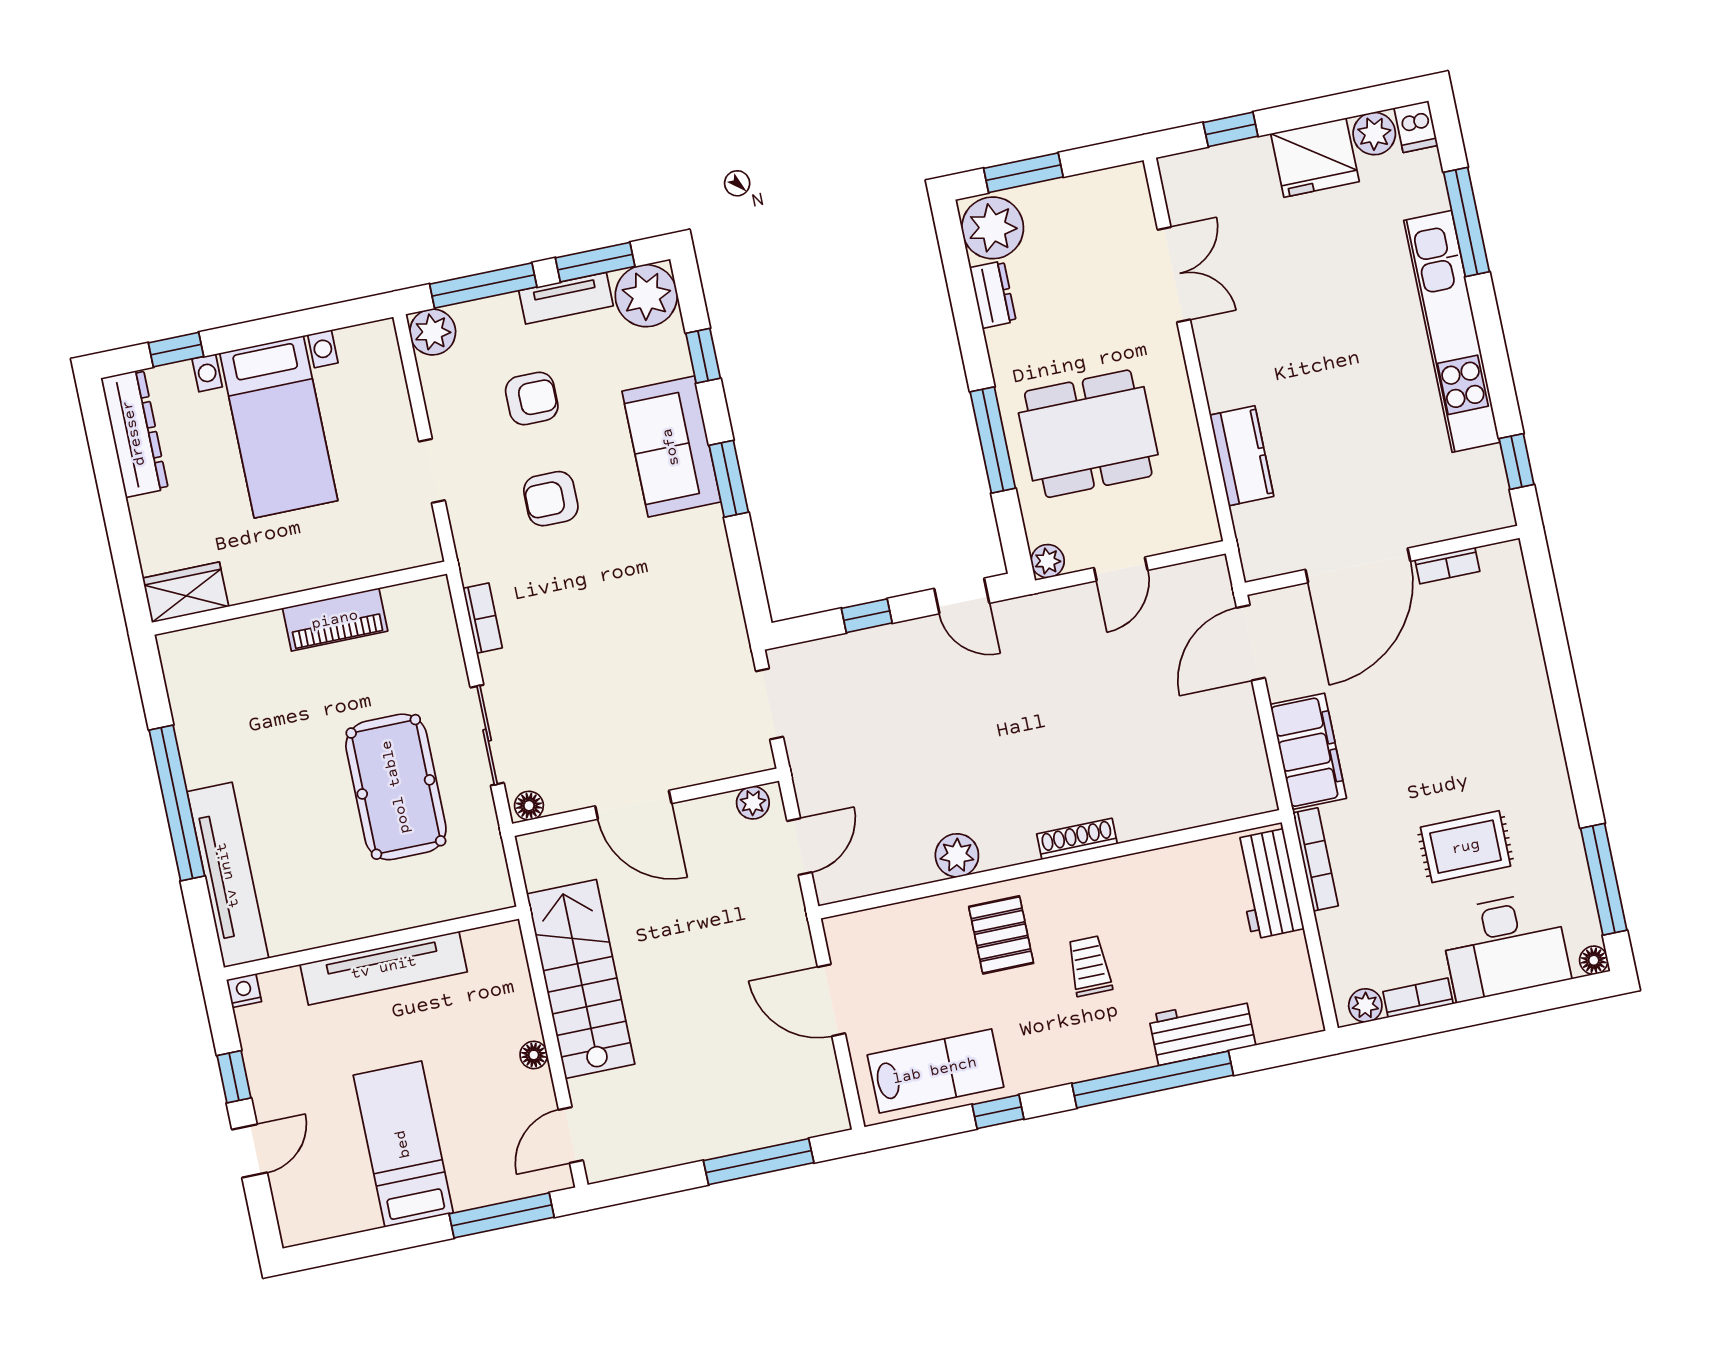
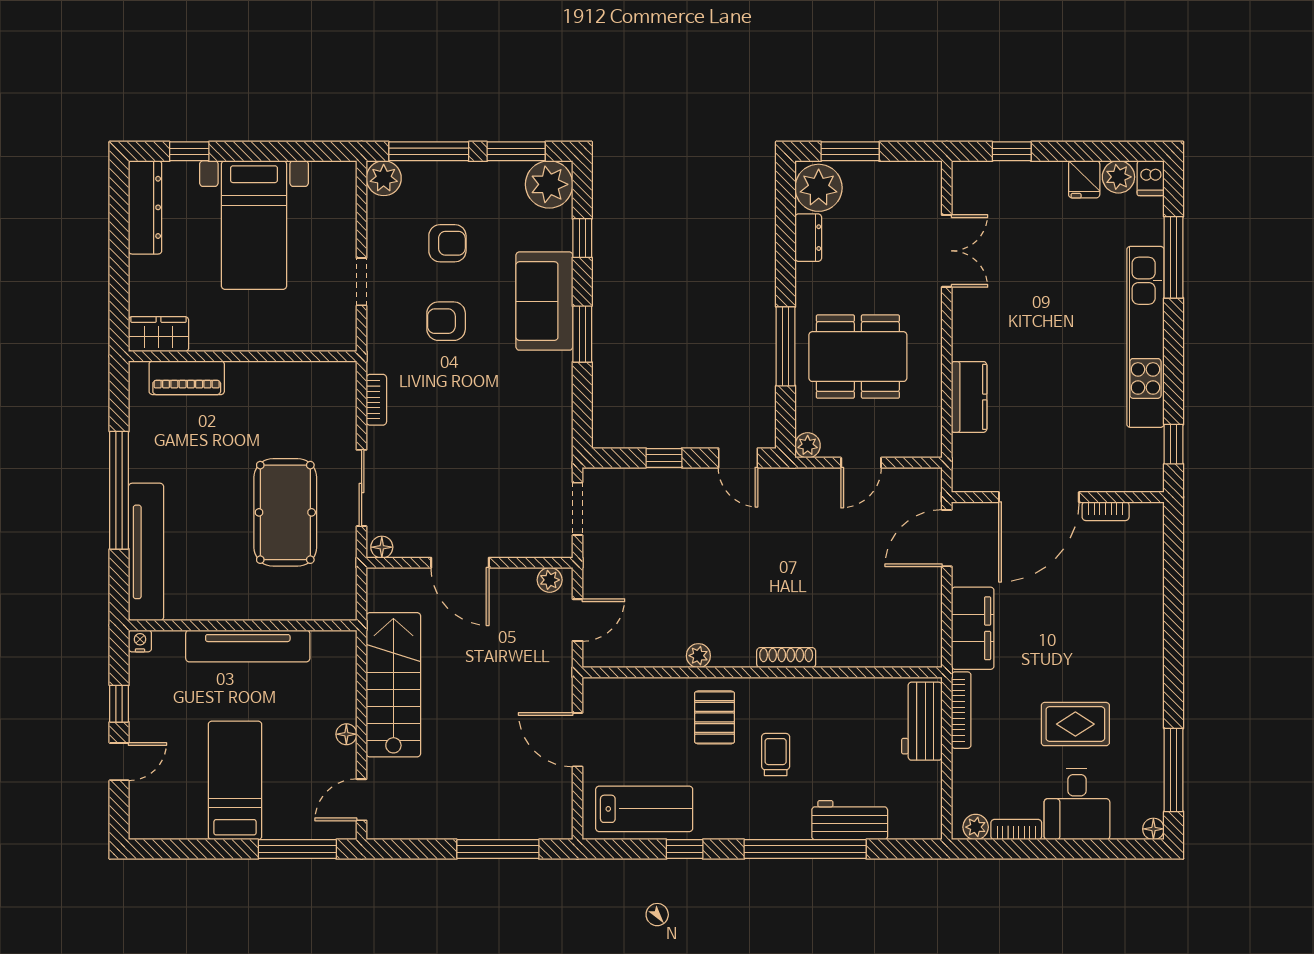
fridge: (1315, 158) -> (1084, 179), width x0.53, depth x0.75
tv unit: (566, 298) -> (489, 174), removed
piano: (335, 620) -> (187, 378), moved
plant: (957, 855) -> (698, 656), width x0.73, depth x0.73
desk: (1505, 946) -> (1077, 804), width x0.73

